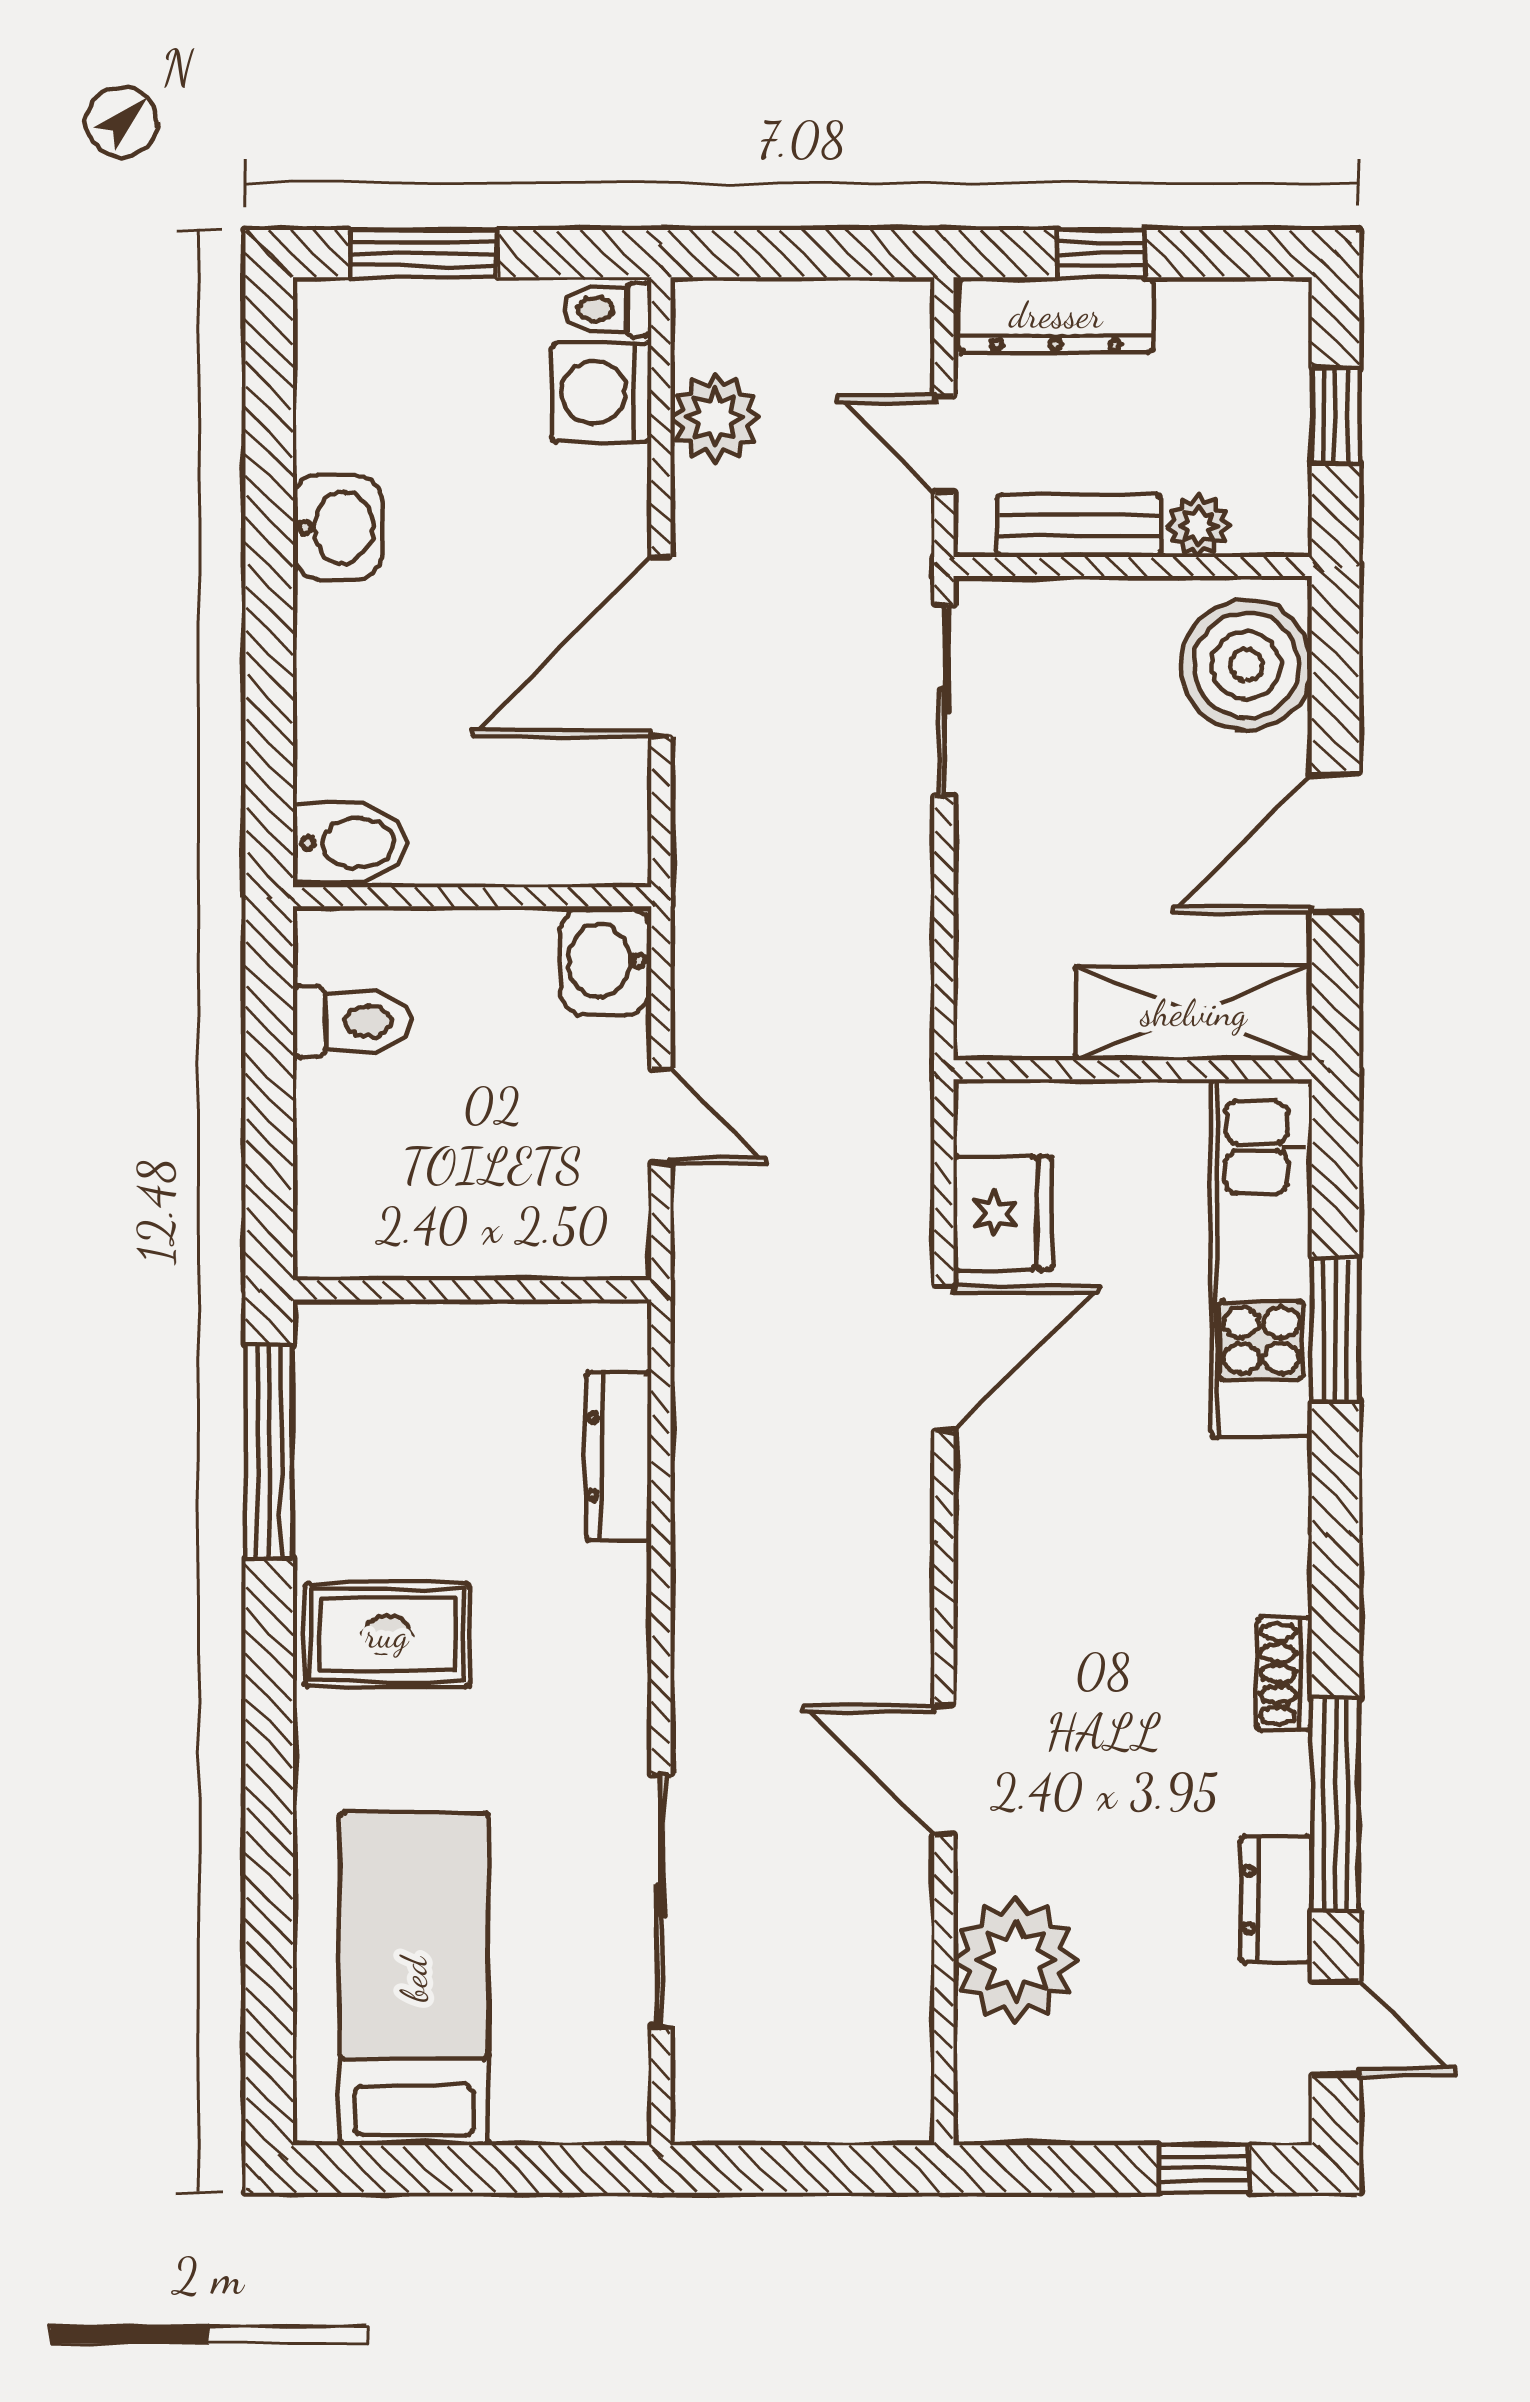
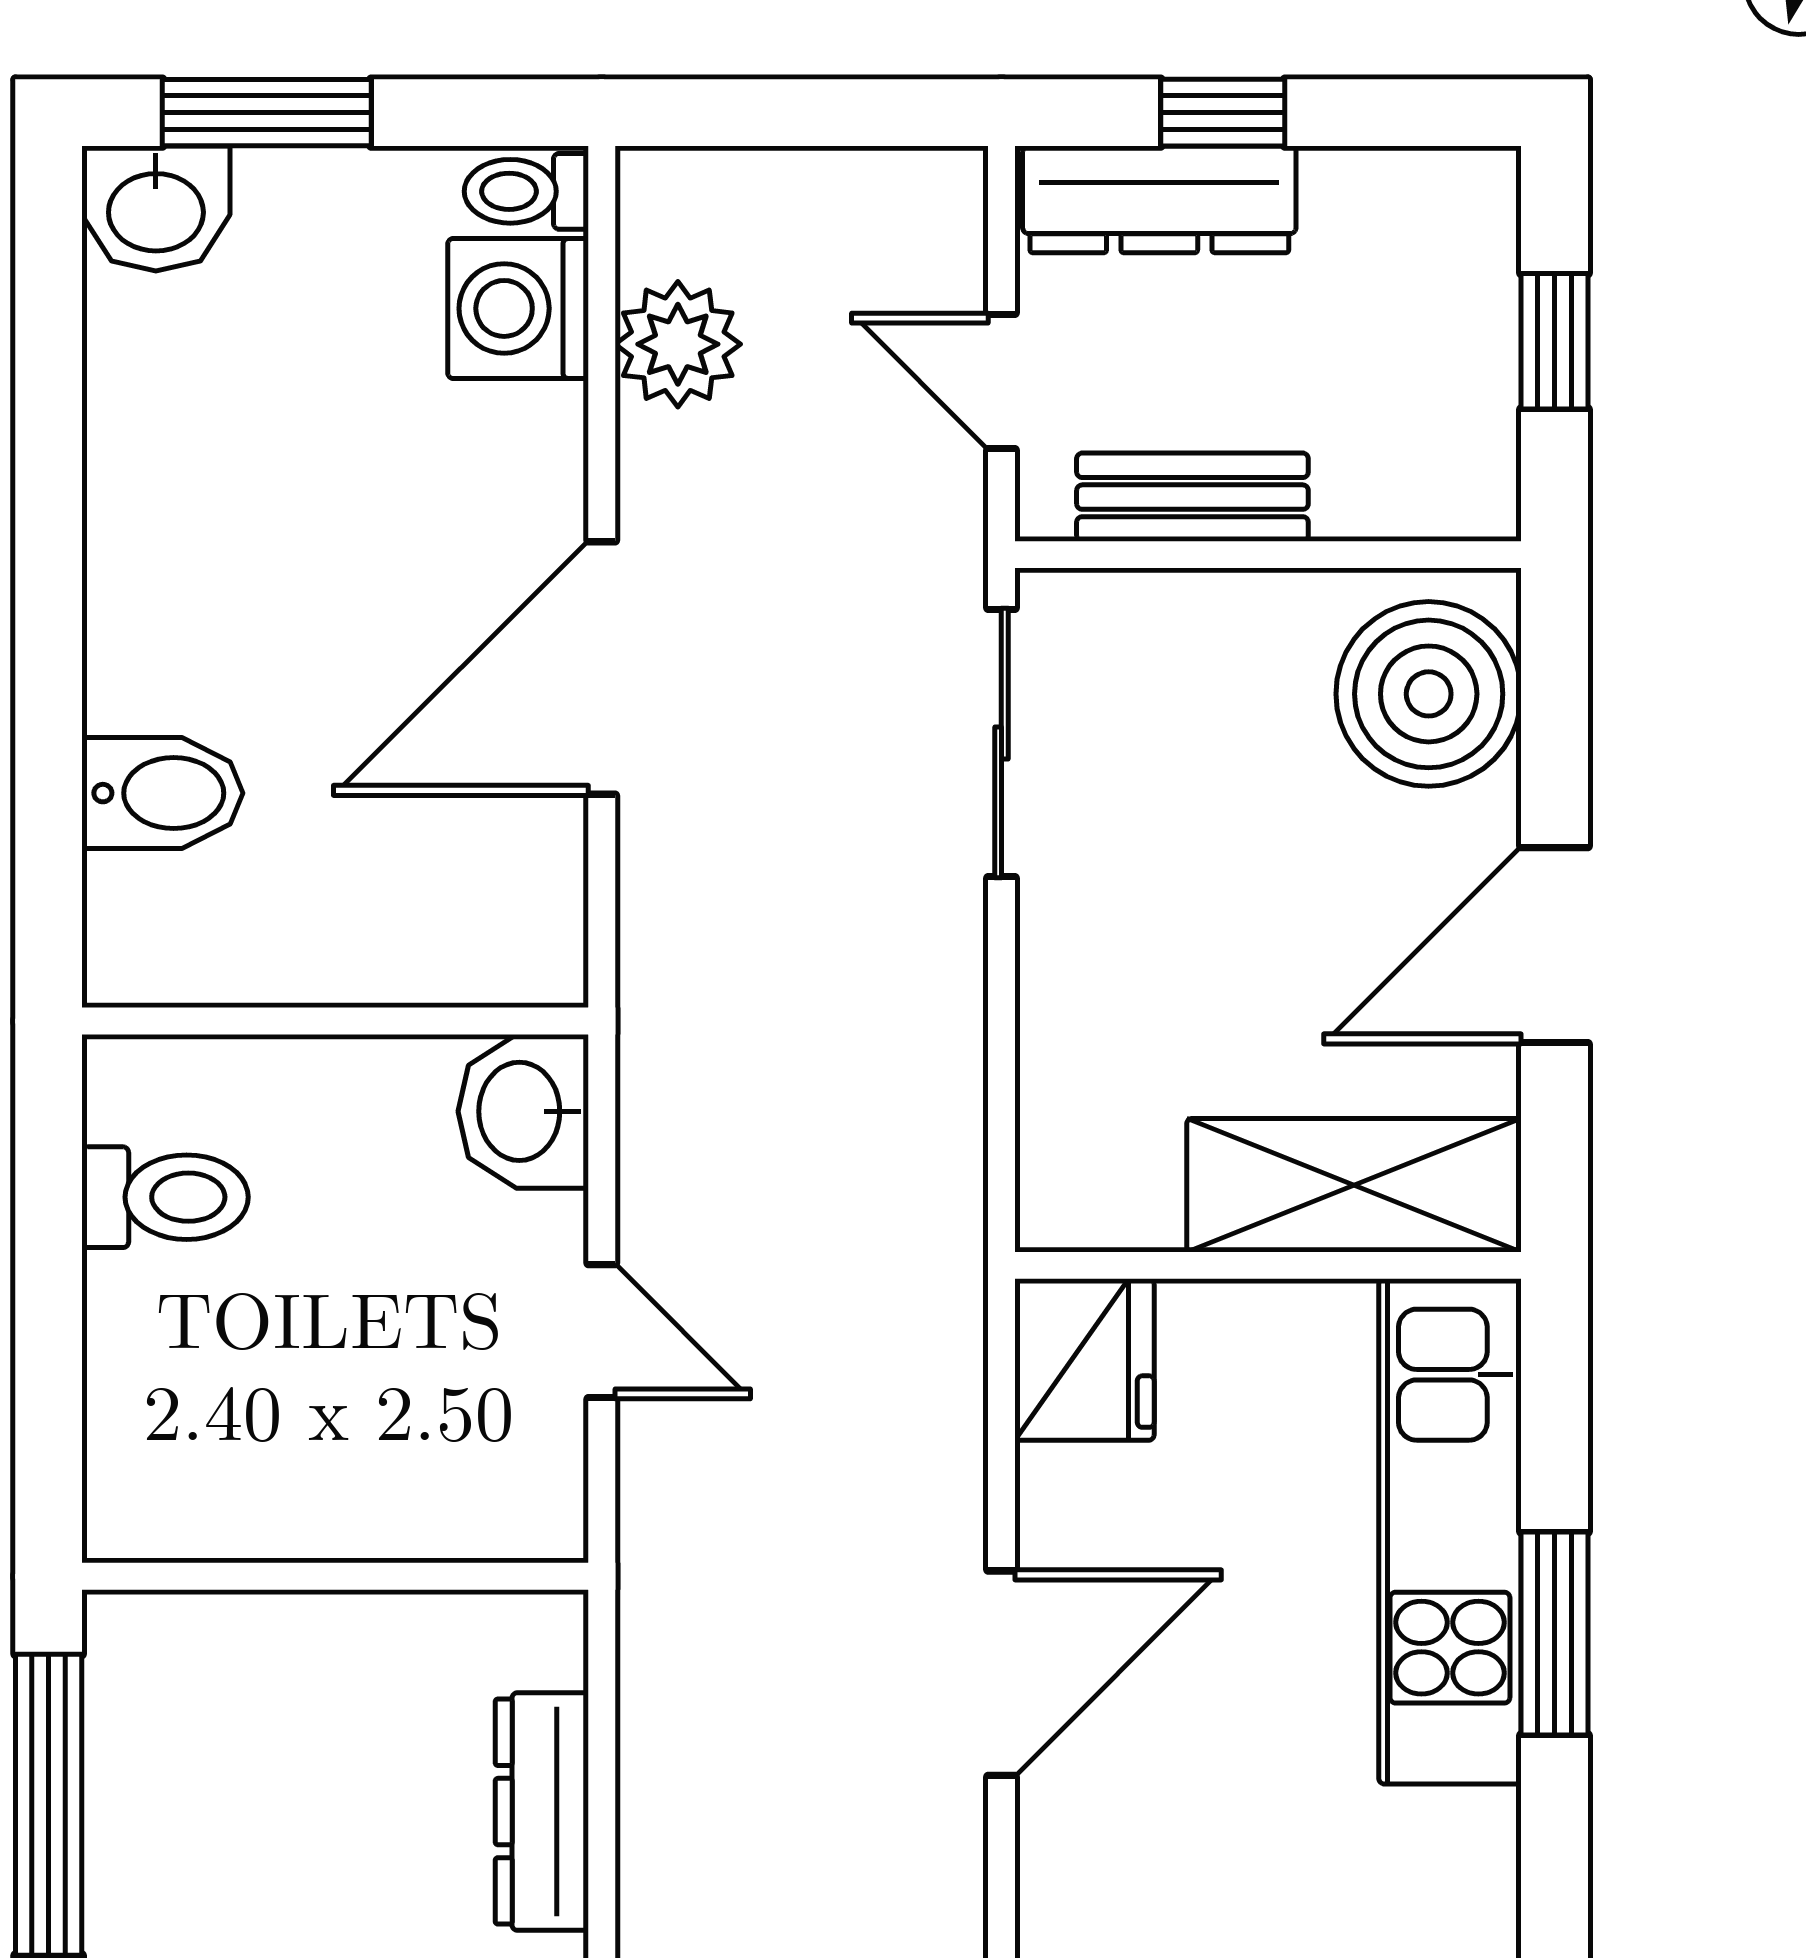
plant: (1198, 526) -> (1361, 498), removed
washbasin: (337, 527) -> (156, 209), moved, turned 90
bidet: (350, 843) -> (162, 793), moved
fridge: (1003, 1213) -> (1084, 1360), moved

